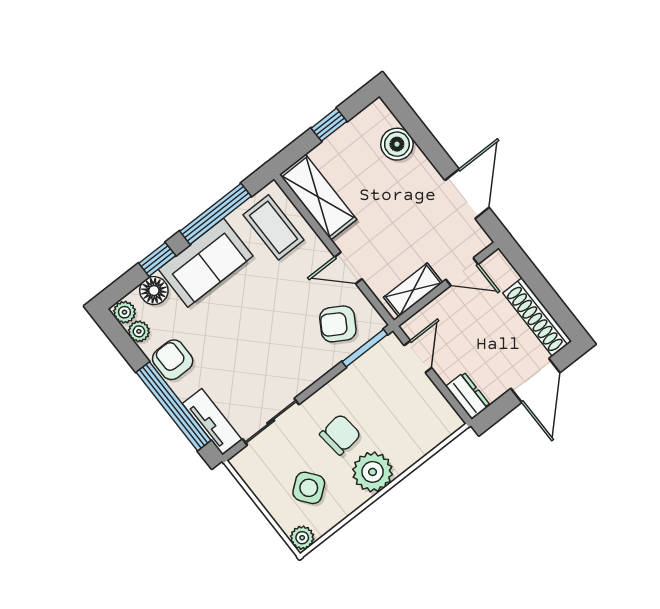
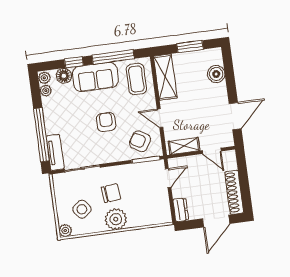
window: (329, 125) -> (190, 47), width x1.50
armchair: (173, 360) -> (106, 122), moved

